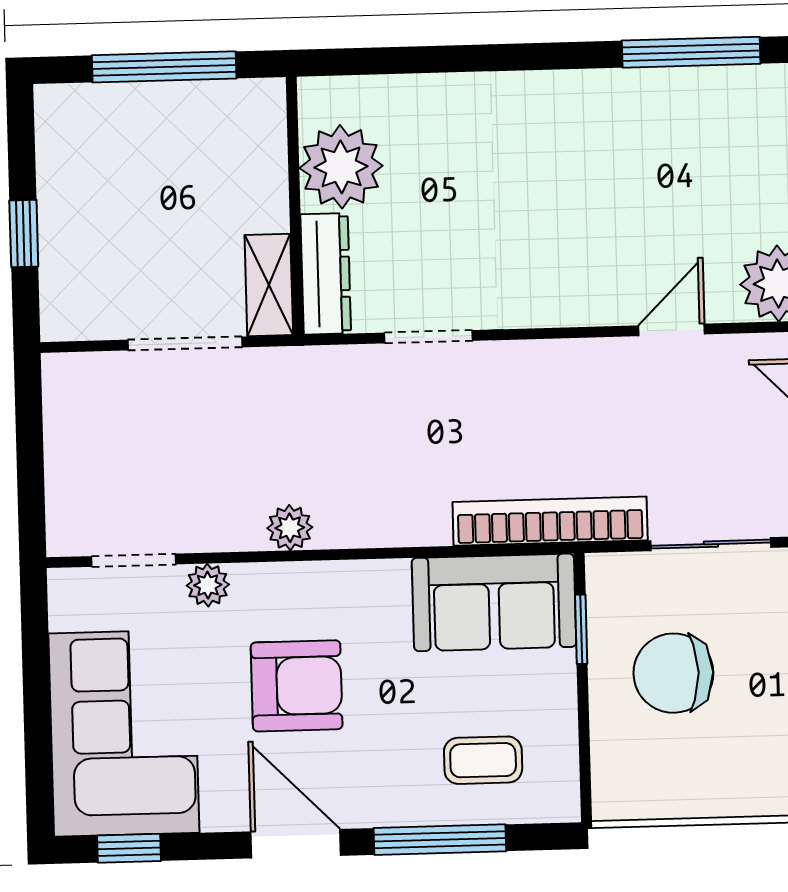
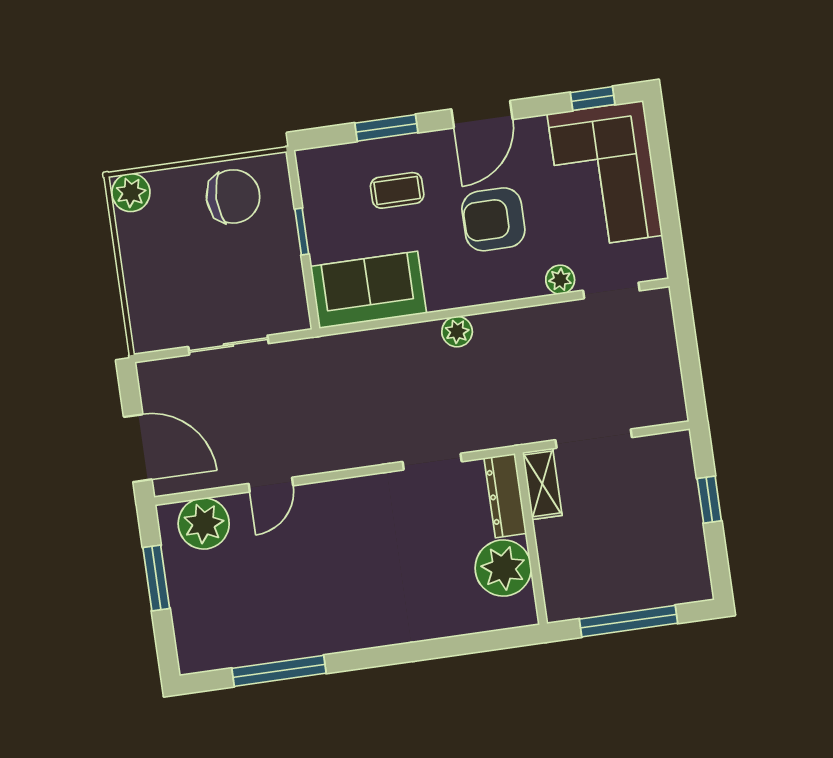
bookcase: (550, 521) -> (337, 348), removed
plant: (290, 528) -> (457, 332), moved
window: (581, 629) -> (302, 232), moved
chair: (673, 673) -> (233, 196), moved
coffee table: (483, 760) -> (397, 190), moved
window: (440, 840) -> (386, 128), width x0.69
door: (296, 844) -> (482, 114), hinge flipped

